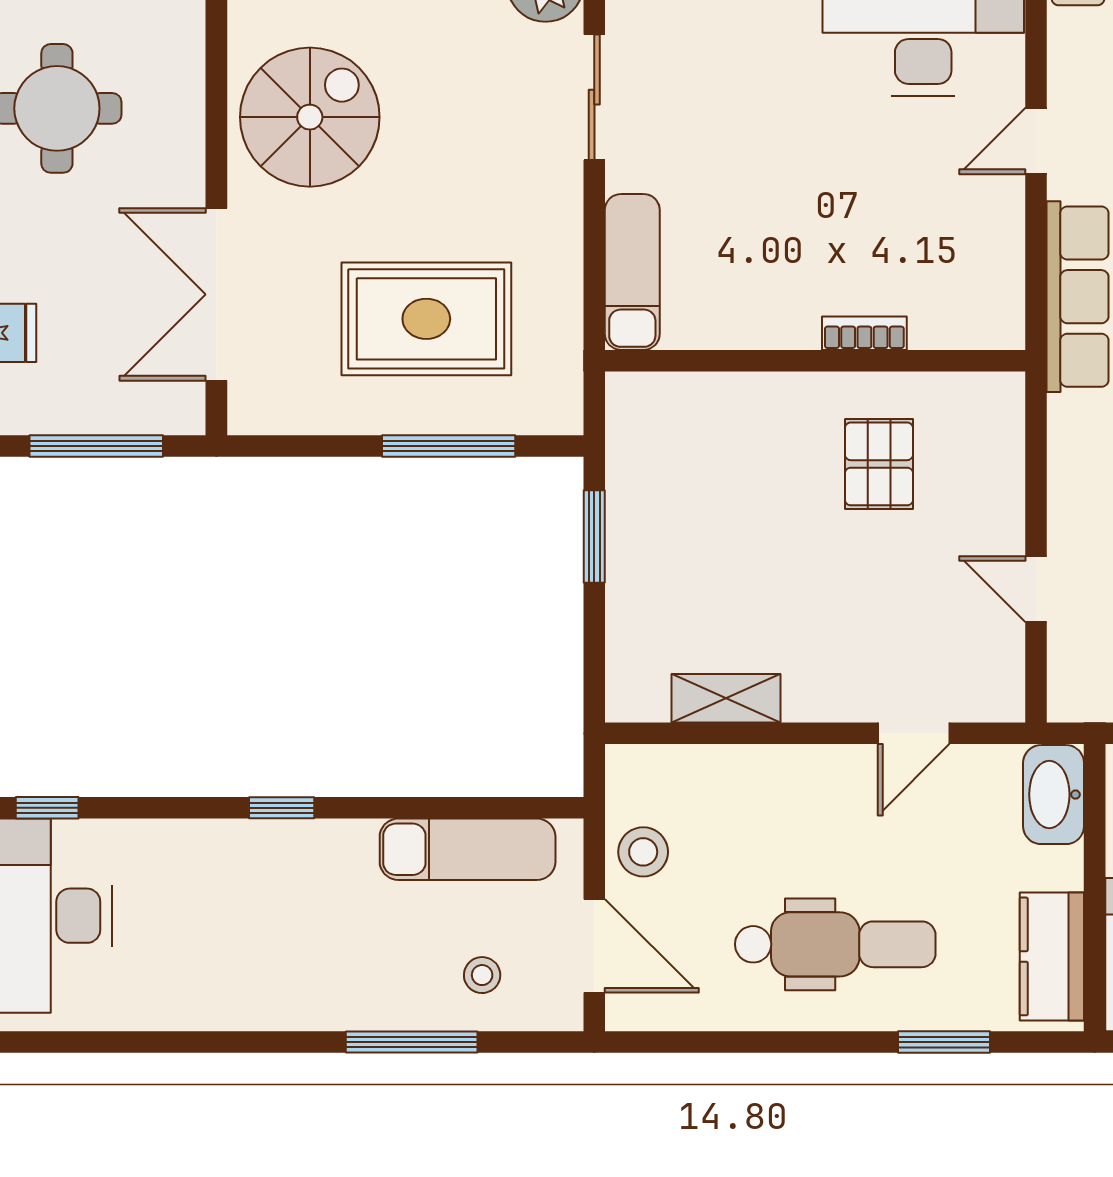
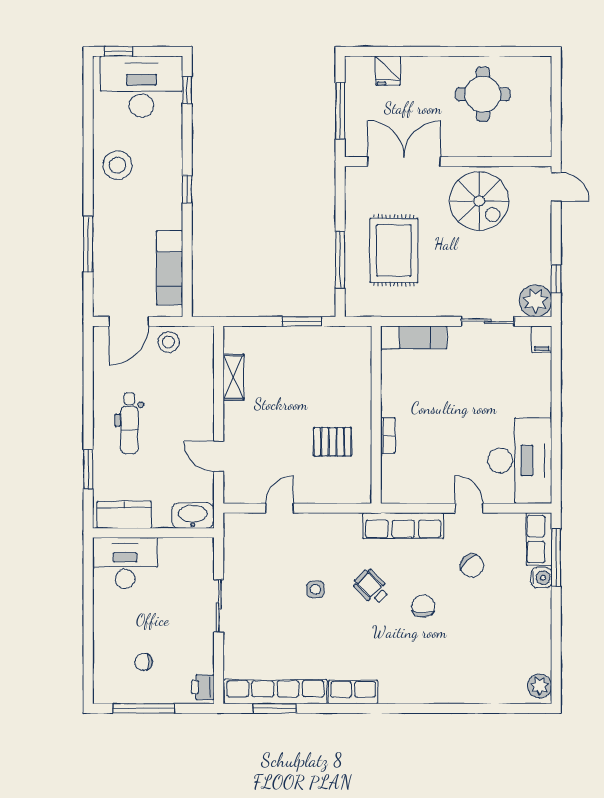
dental chair: (835, 944) -> (129, 423), width x0.73, depth x0.72
stool: (482, 975) -> (117, 165), moved, width x1.89, depth x1.89

